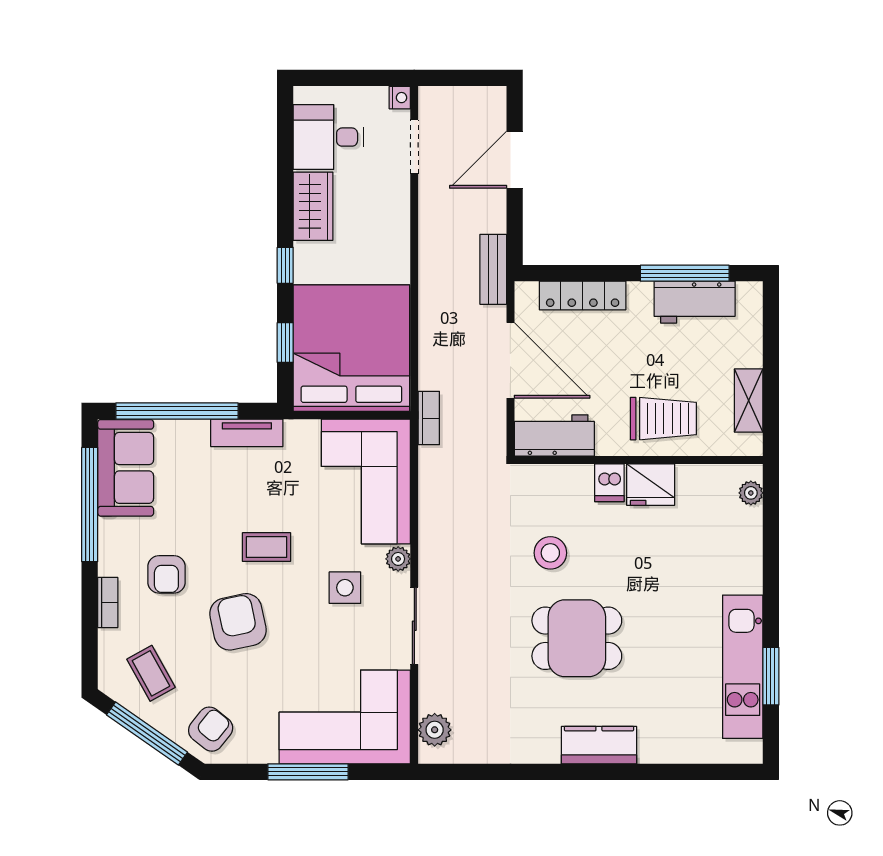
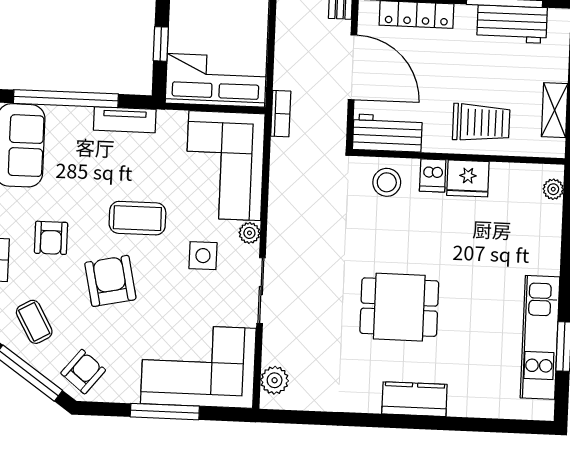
coffee table: (267, 547) -> (137, 218), width x1.36, depth x1.30
stool: (550, 553) -> (387, 182), moved

